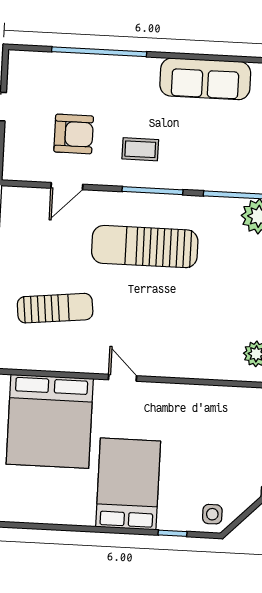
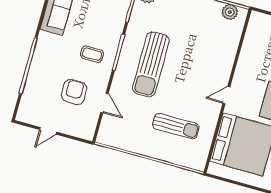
coffee table: (140, 149) -> (92, 54), turned 90
sun lounger: (55, 308) -> (176, 126), turned 96

